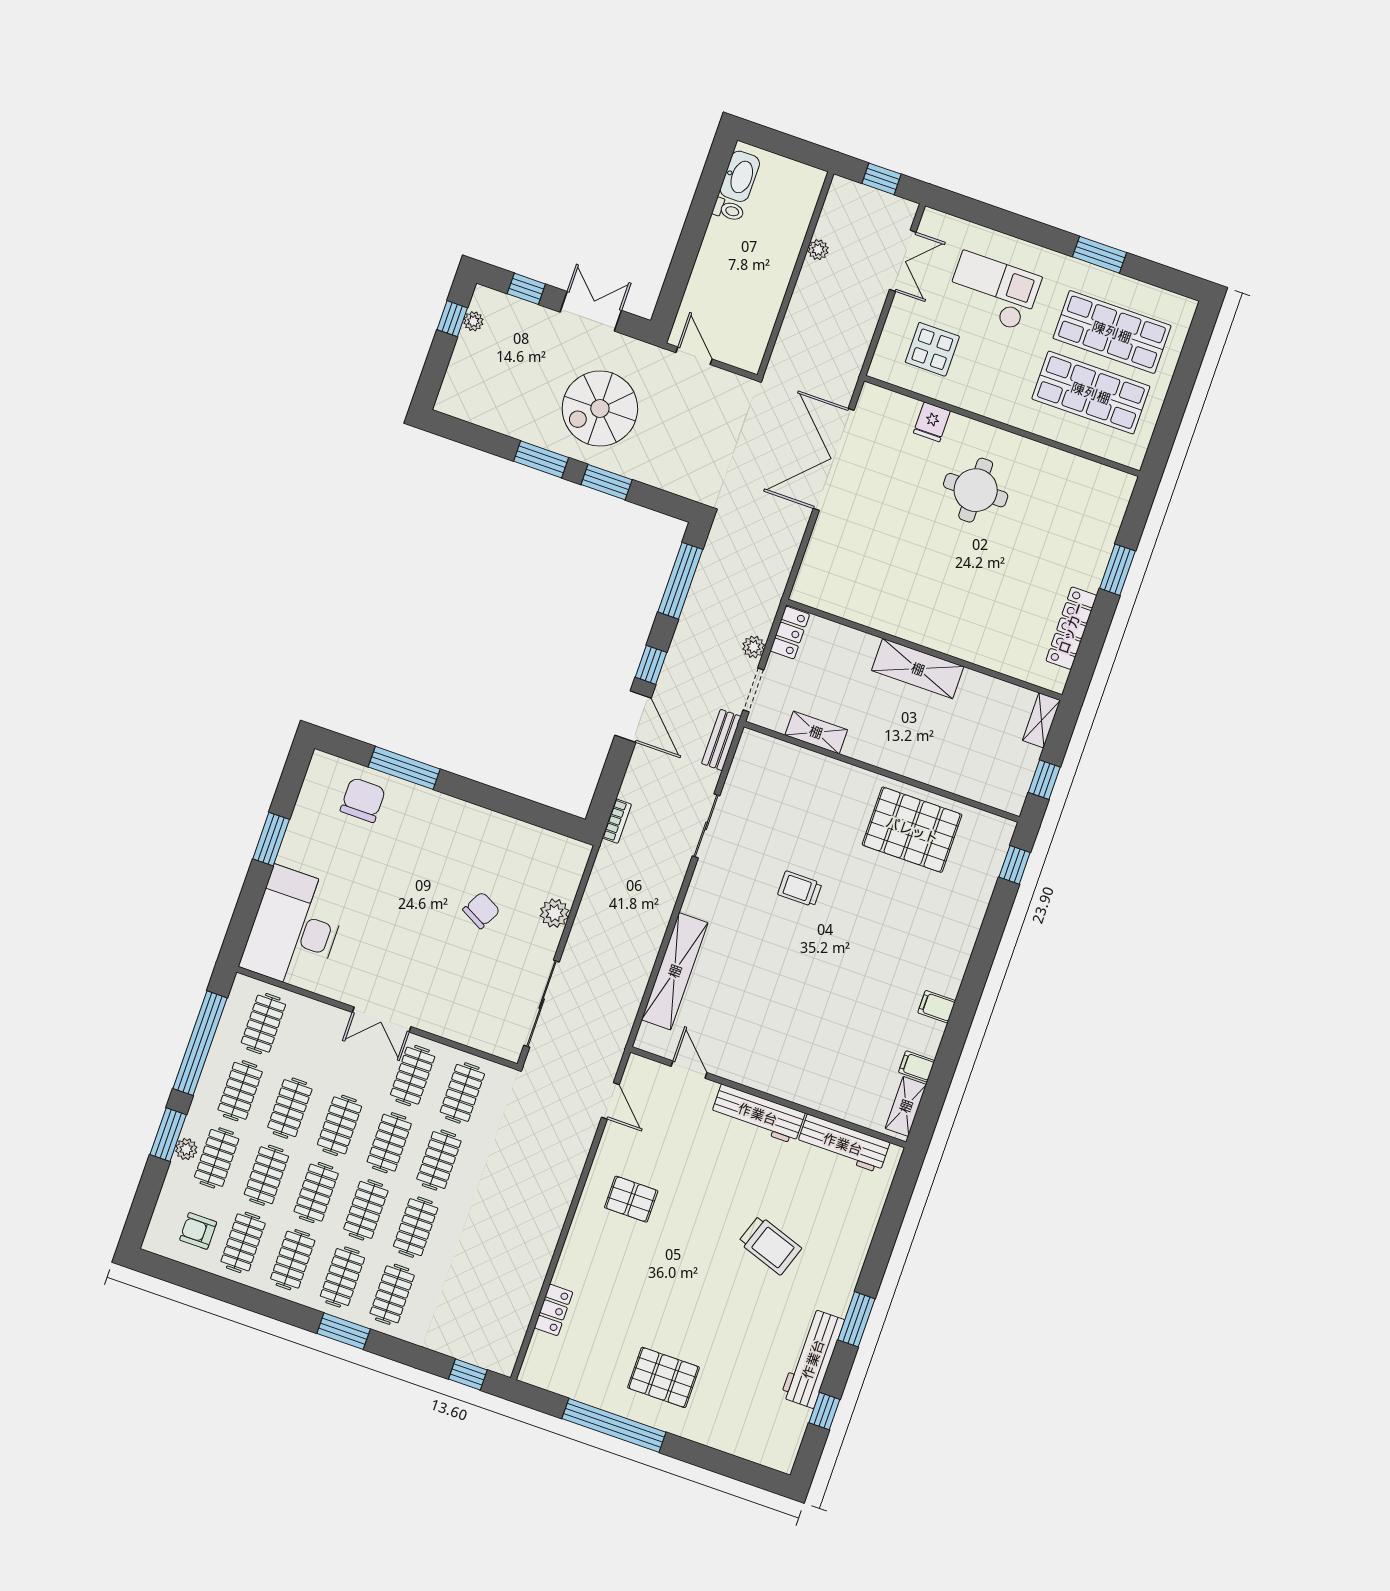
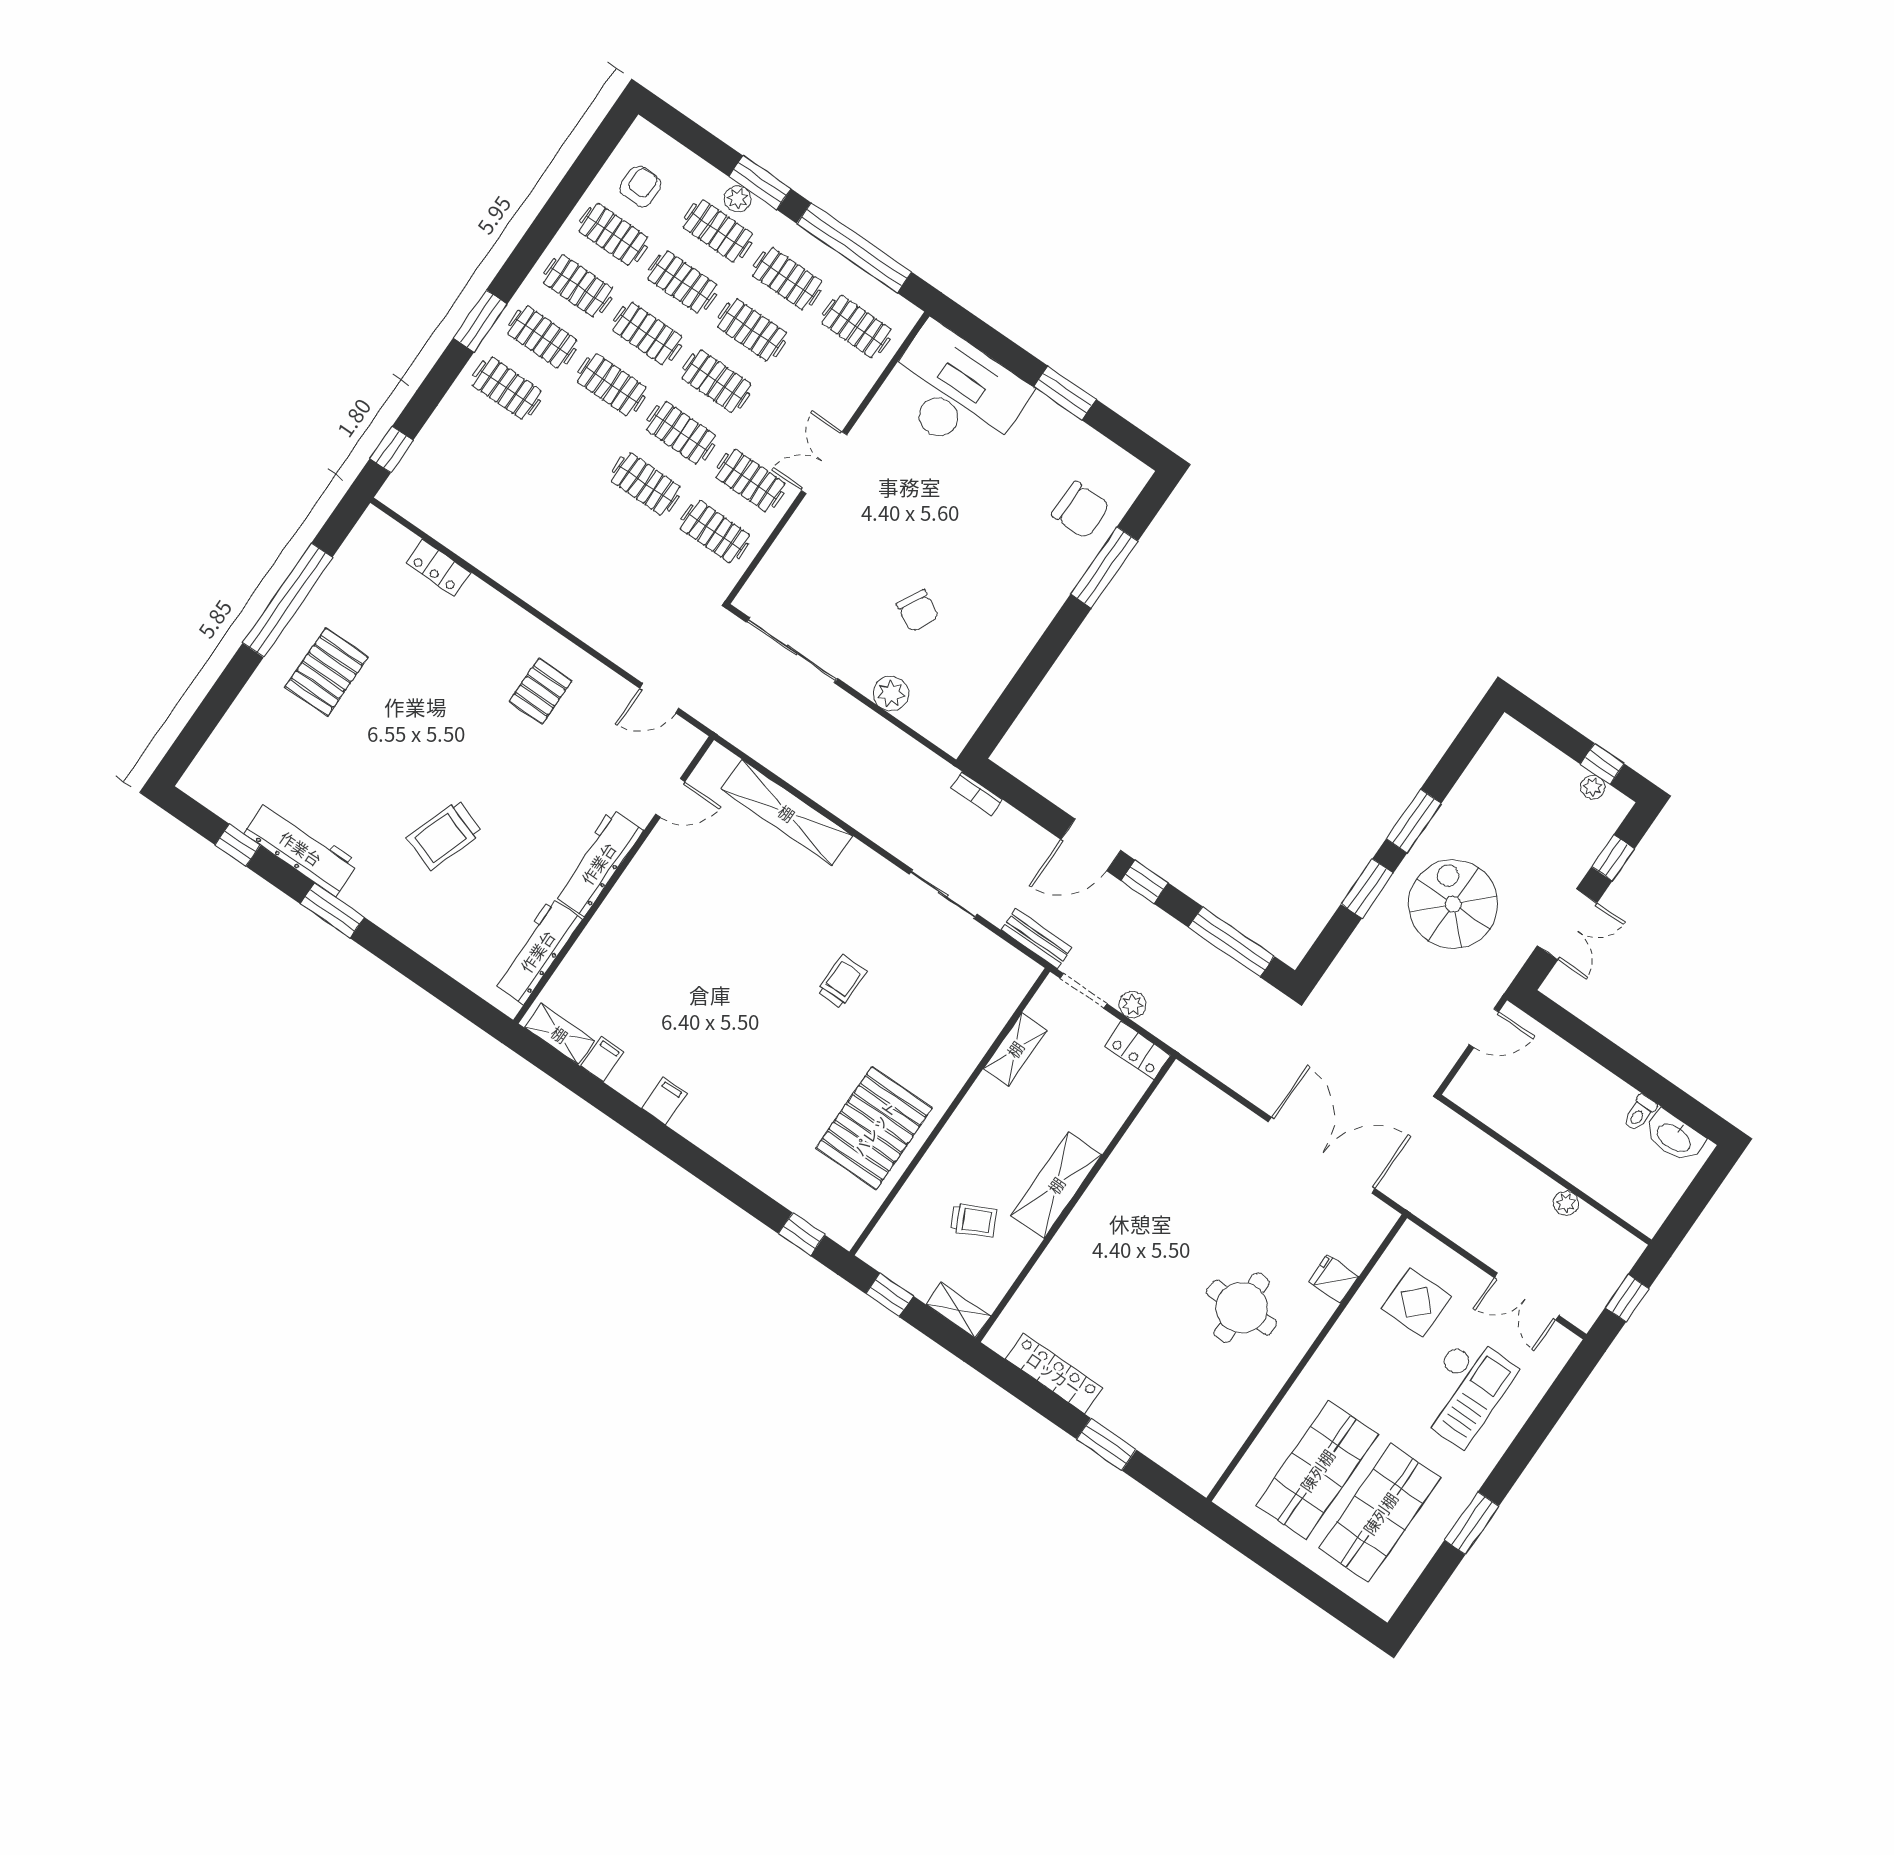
trolley: (965, 728) -> (974, 1220), added
clothes rail: (416, 1227) -> (576, 436), removed

